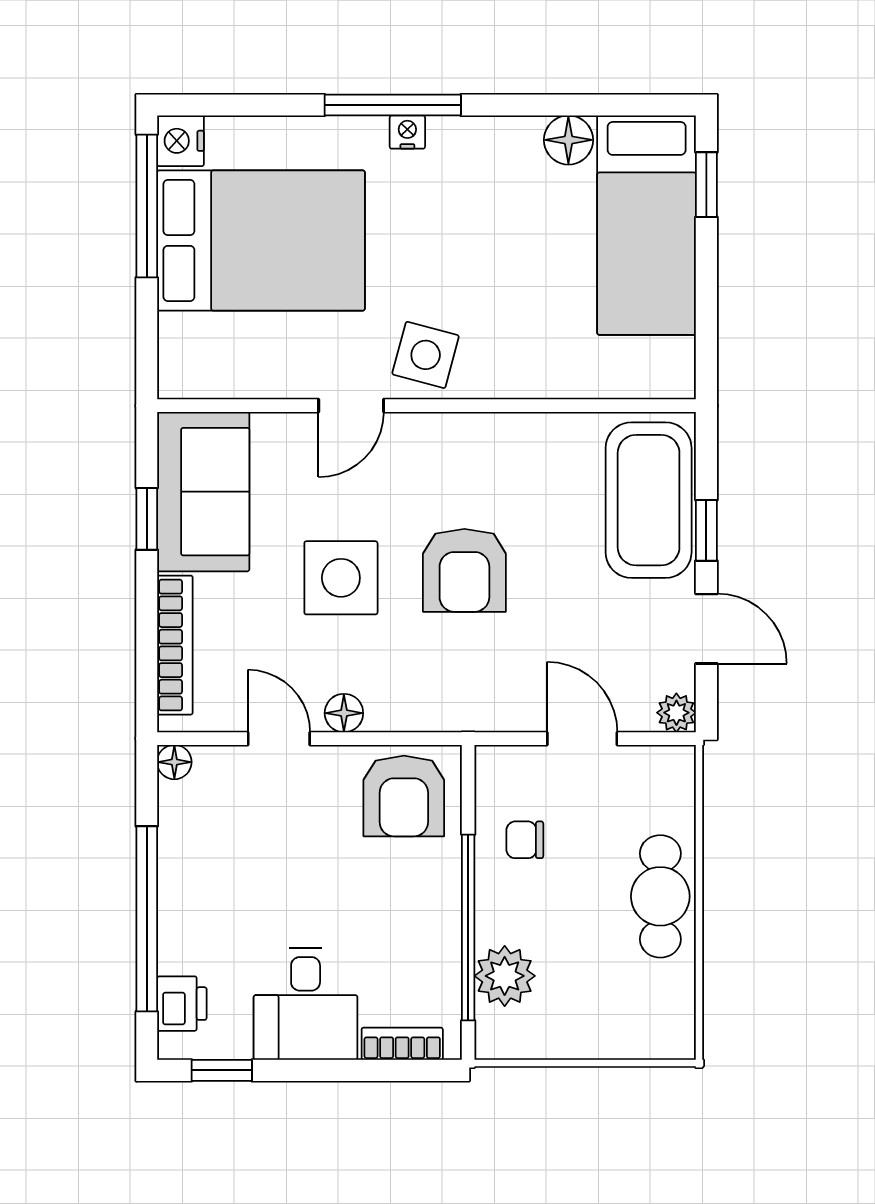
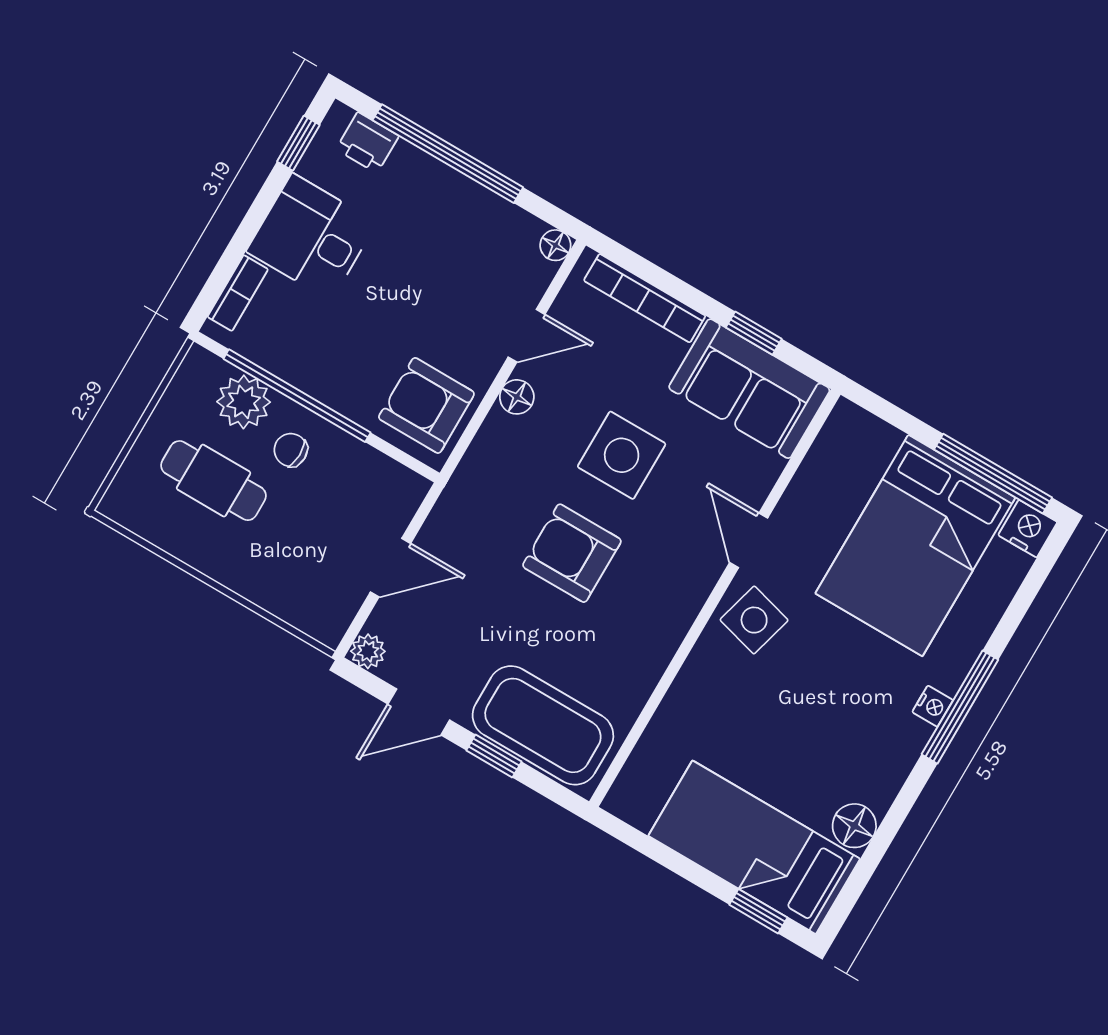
chair: (525, 840) -> (291, 450), moved, turned -89
cafe table: (660, 896) -> (214, 481), moved

